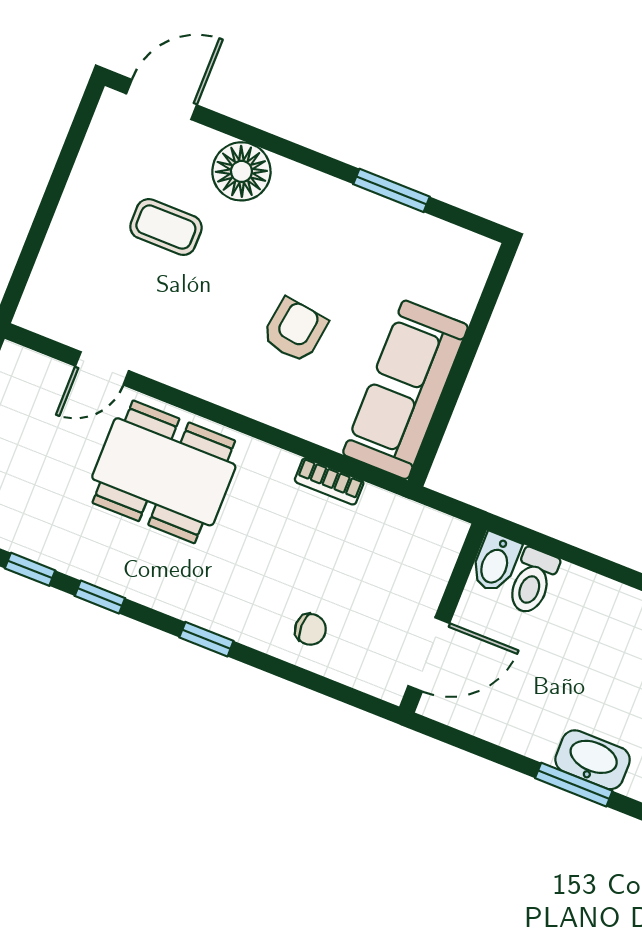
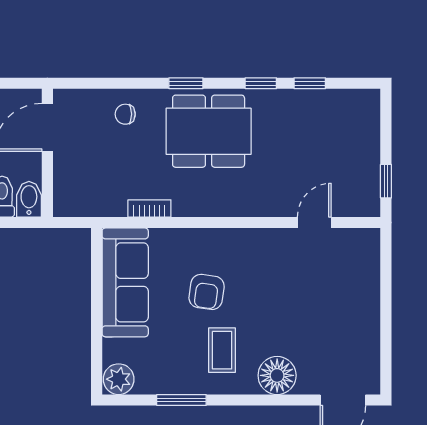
coffee table: (166, 227) -> (222, 350), moved, turned 90
plant: (469, 256) -> (119, 379), added
dining table: (164, 472) -> (209, 131), moved

